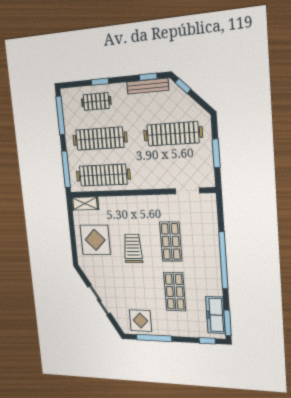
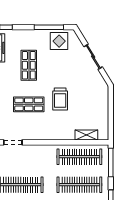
shelving: (85, 204) -> (86, 135), moved
display table: (95, 240) -> (91, 106), removed
shop shelf: (171, 241) -> (29, 104), turned 90

